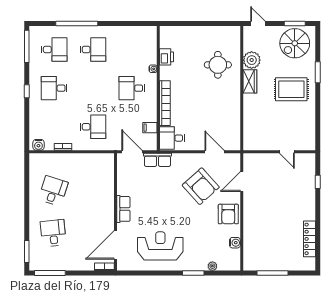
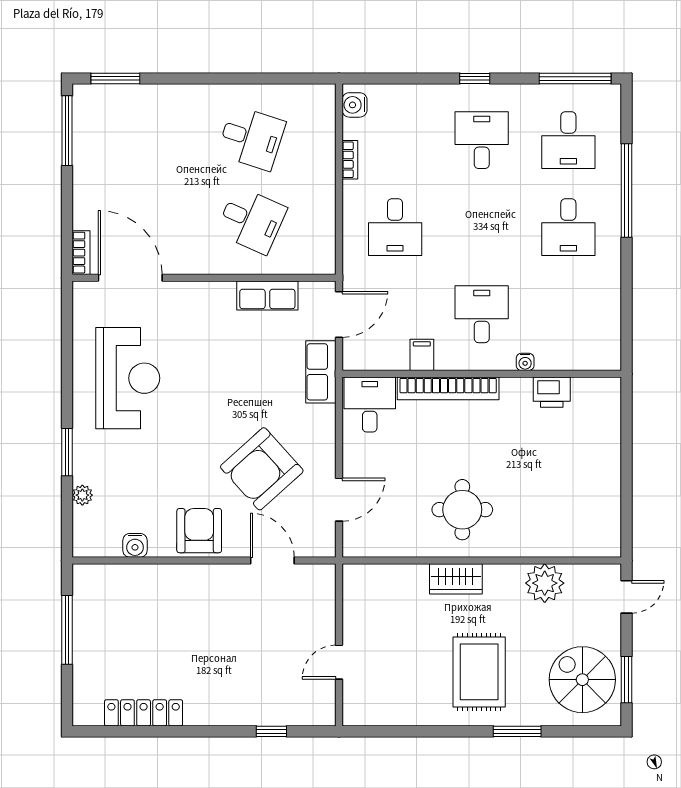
round table: (218, 65) -> (462, 510), moved
wardrobe: (250, 81) -> (456, 579), moved
filing cabinet: (150, 128) -> (422, 355), moved
row of seats: (123, 209) -> (267, 295), moved
armchair: (228, 214) -> (199, 531), turned 90
desk: (53, 233) -> (251, 220), moved, turned 30

